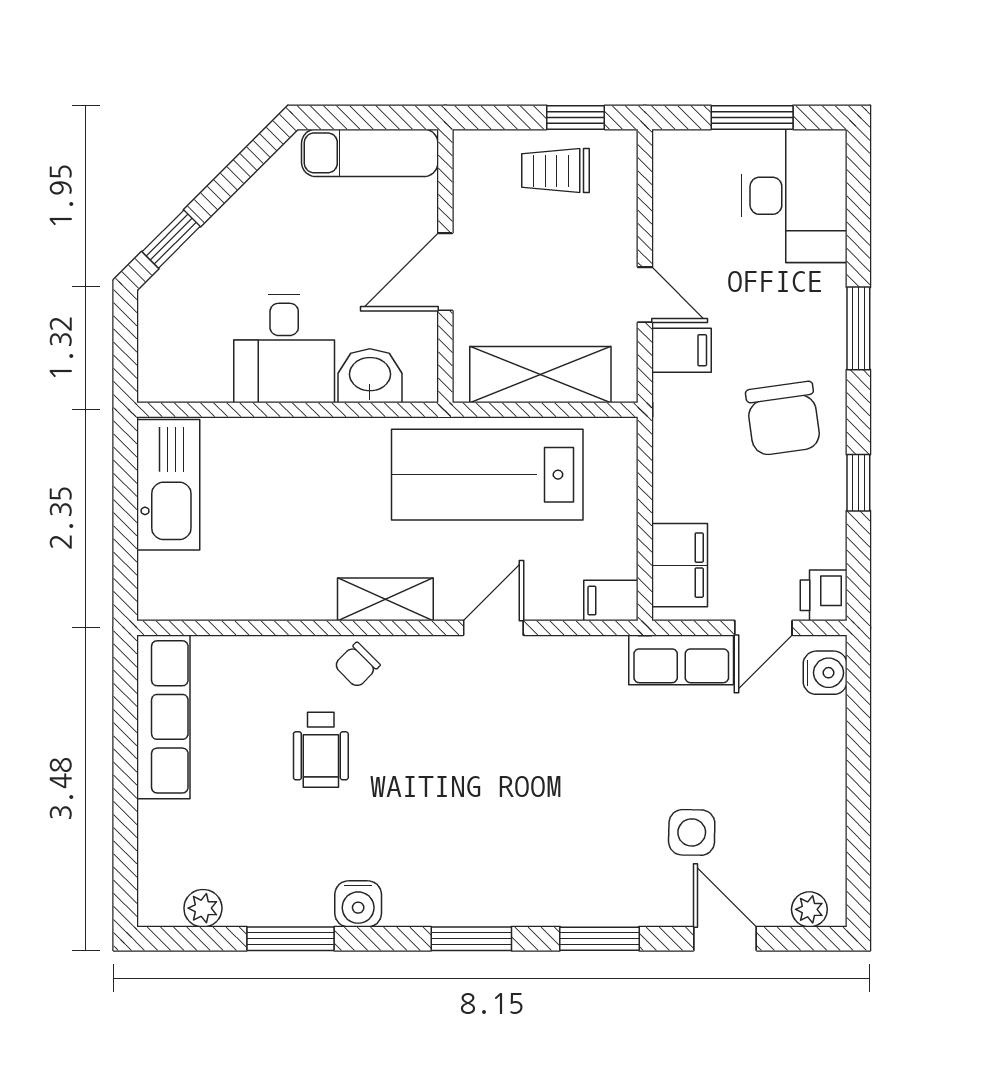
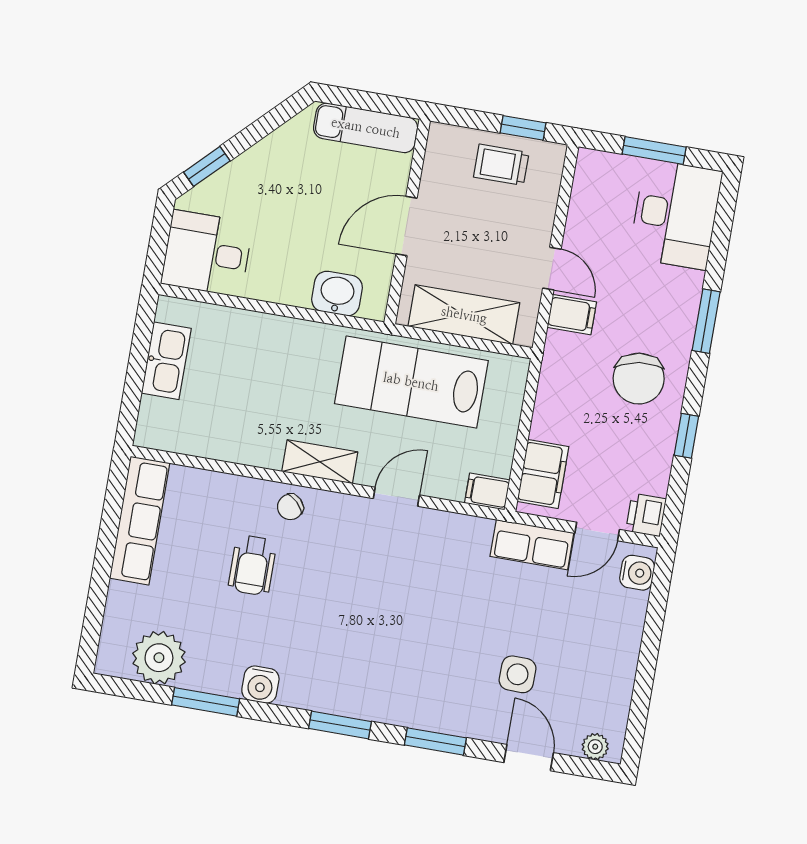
desk: (284, 349) -> (207, 253), moved, turned 90
kitchen sink: (168, 485) -> (166, 361), width x0.73, depth x0.81
plant: (203, 908) -> (159, 658), width x1.88, depth x1.88

